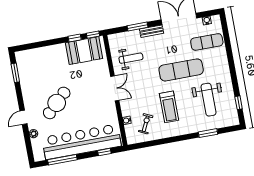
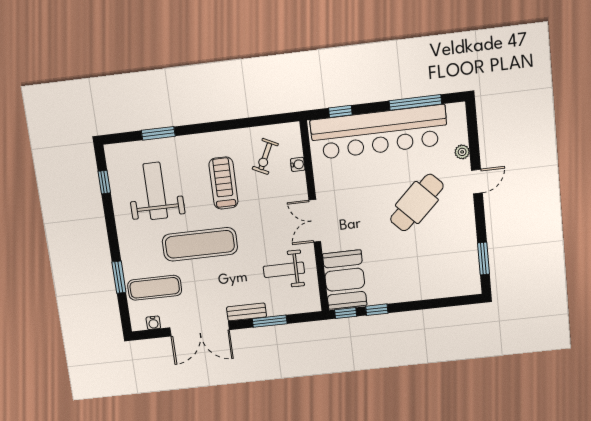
window: (228, 47) -> (119, 277), added
booth: (84, 51) -> (345, 280), moved, turned 90

